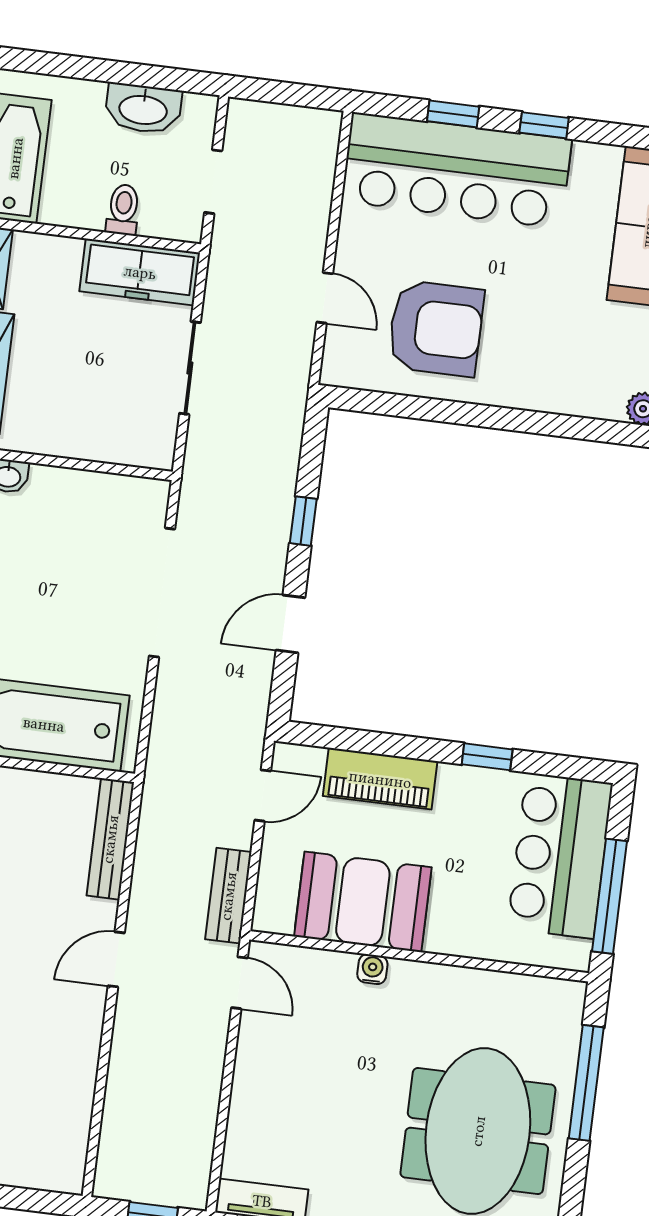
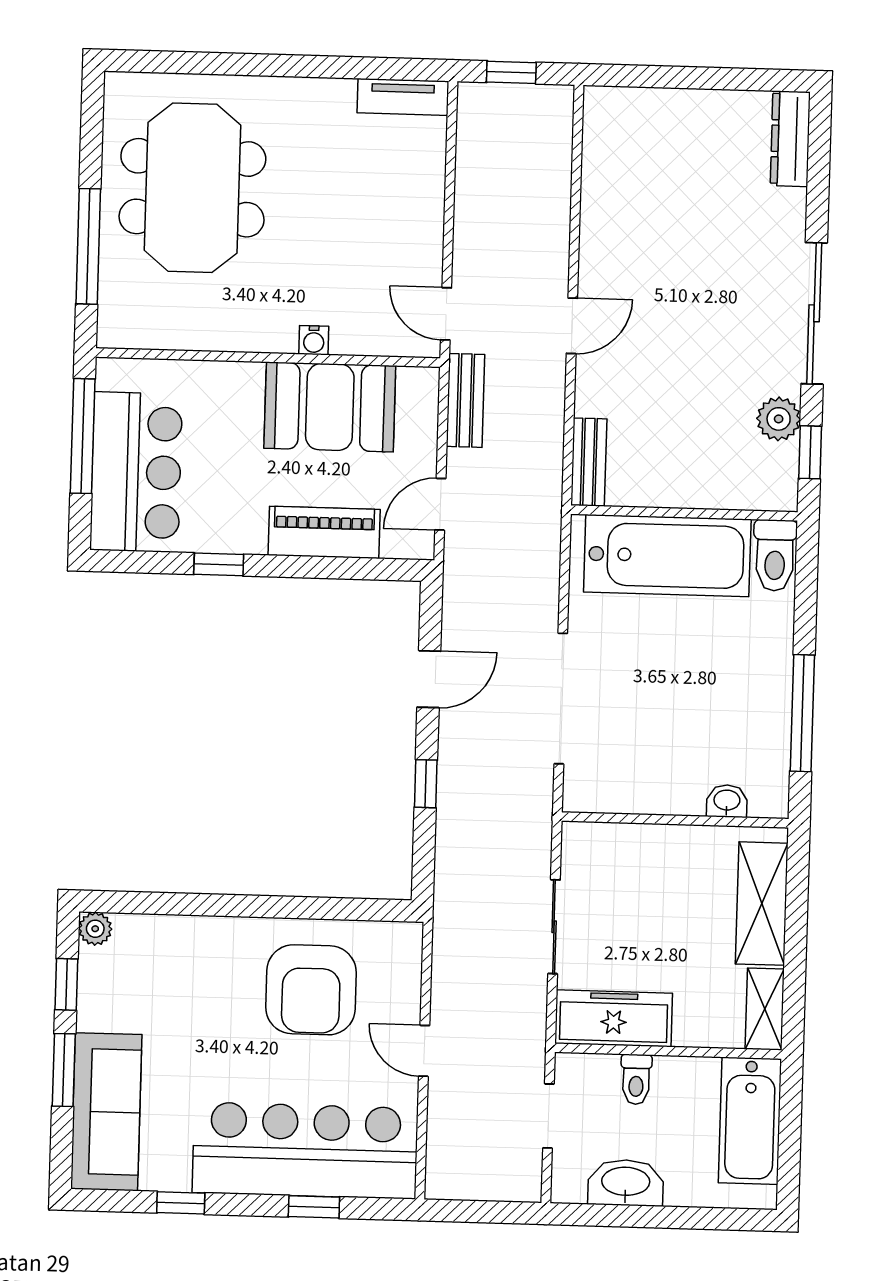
window: (544, 125) -> (181, 1203), moved
door: (325, 298) -> (424, 1051), moved
armchair: (436, 328) -> (311, 990), turned -90
bench: (110, 839) -> (589, 462), width x0.73

